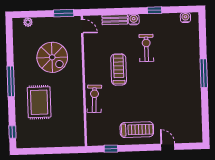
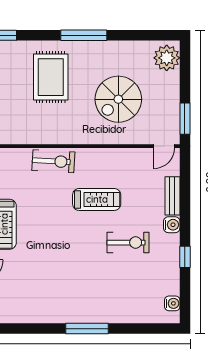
plant: (28, 22) -> (167, 58), width x1.88, depth x1.88
rug: (39, 102) -> (51, 77), turned 90

